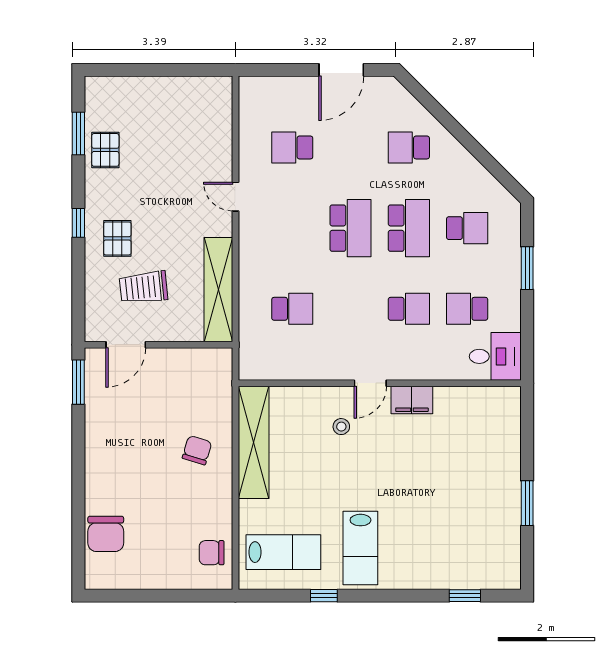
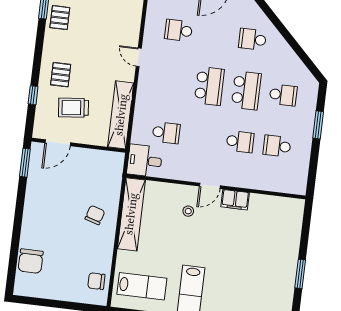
window: (78, 223) -> (33, 95), moved
desk: (495, 356) -> (145, 161), moved, turned 180

